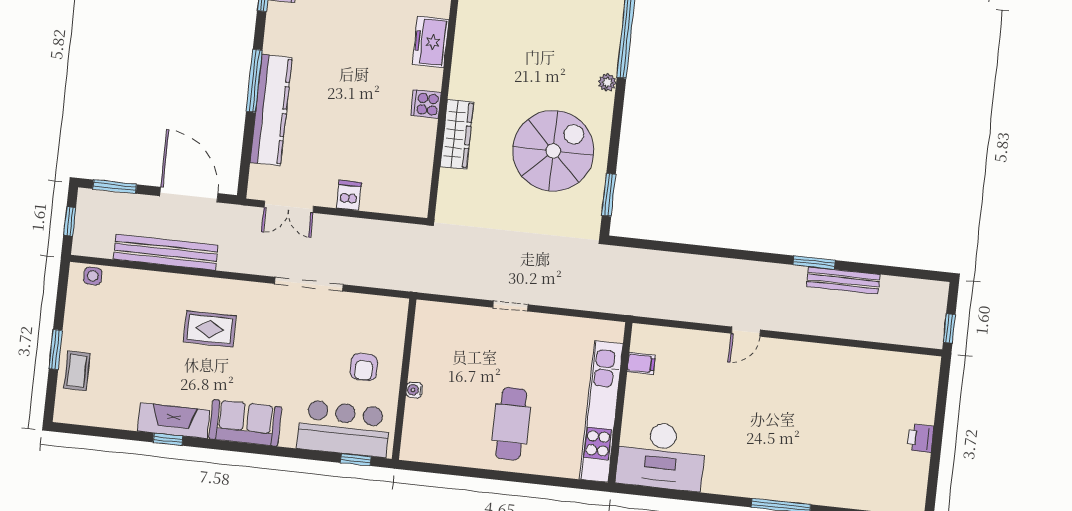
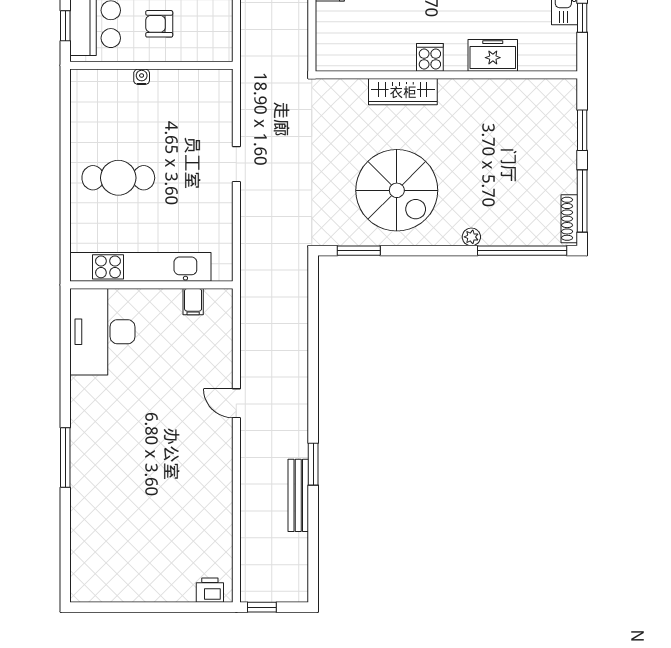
printer: (920, 438) -> (210, 590), moved

